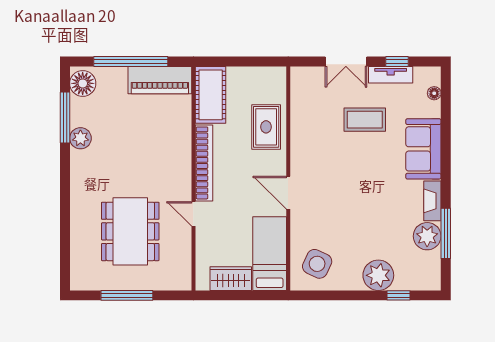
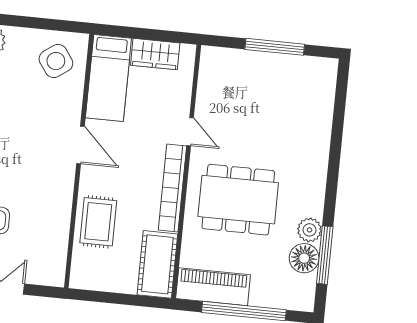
floor lamp: (83, 83) -> (304, 258), moved
dining table: (130, 231) -> (238, 200), moved, turned 90
side table: (317, 264) -> (56, 61), turned 30

